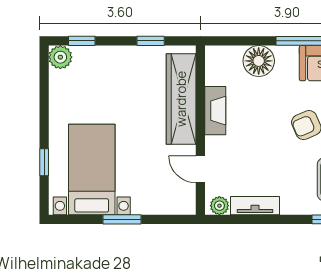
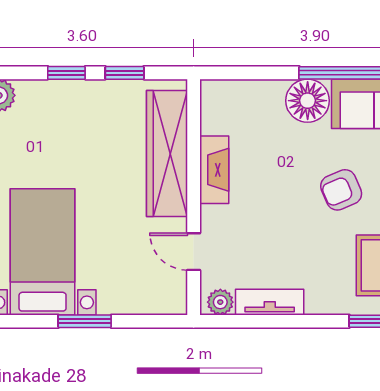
window: (82, 41) -> (66, 73), moved
floor lamp: (259, 61) -> (308, 101), moved

